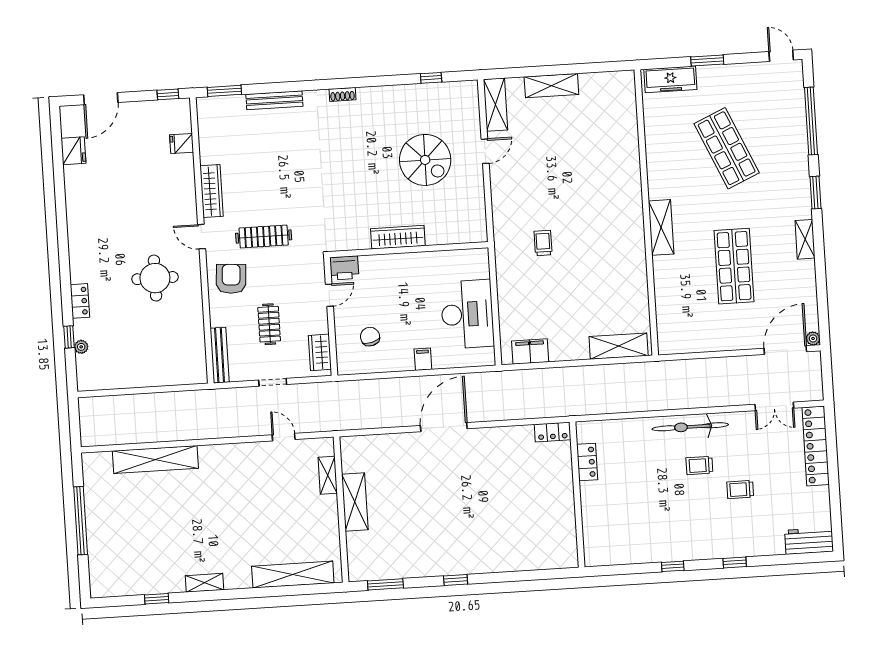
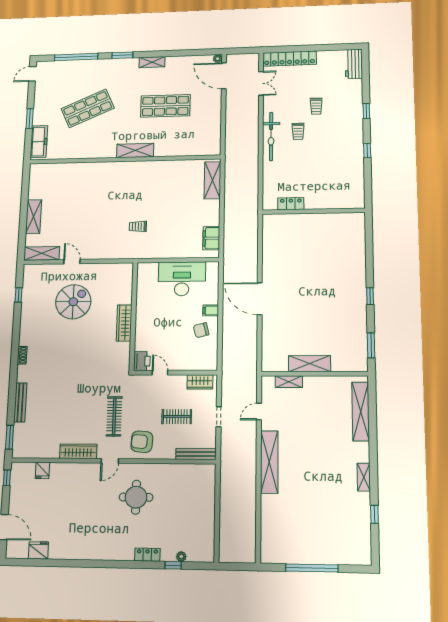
chair: (370, 337) -> (201, 330), moved
locker: (553, 432) -> (268, 226), removed
shelving: (155, 460) -> (269, 462), moved

